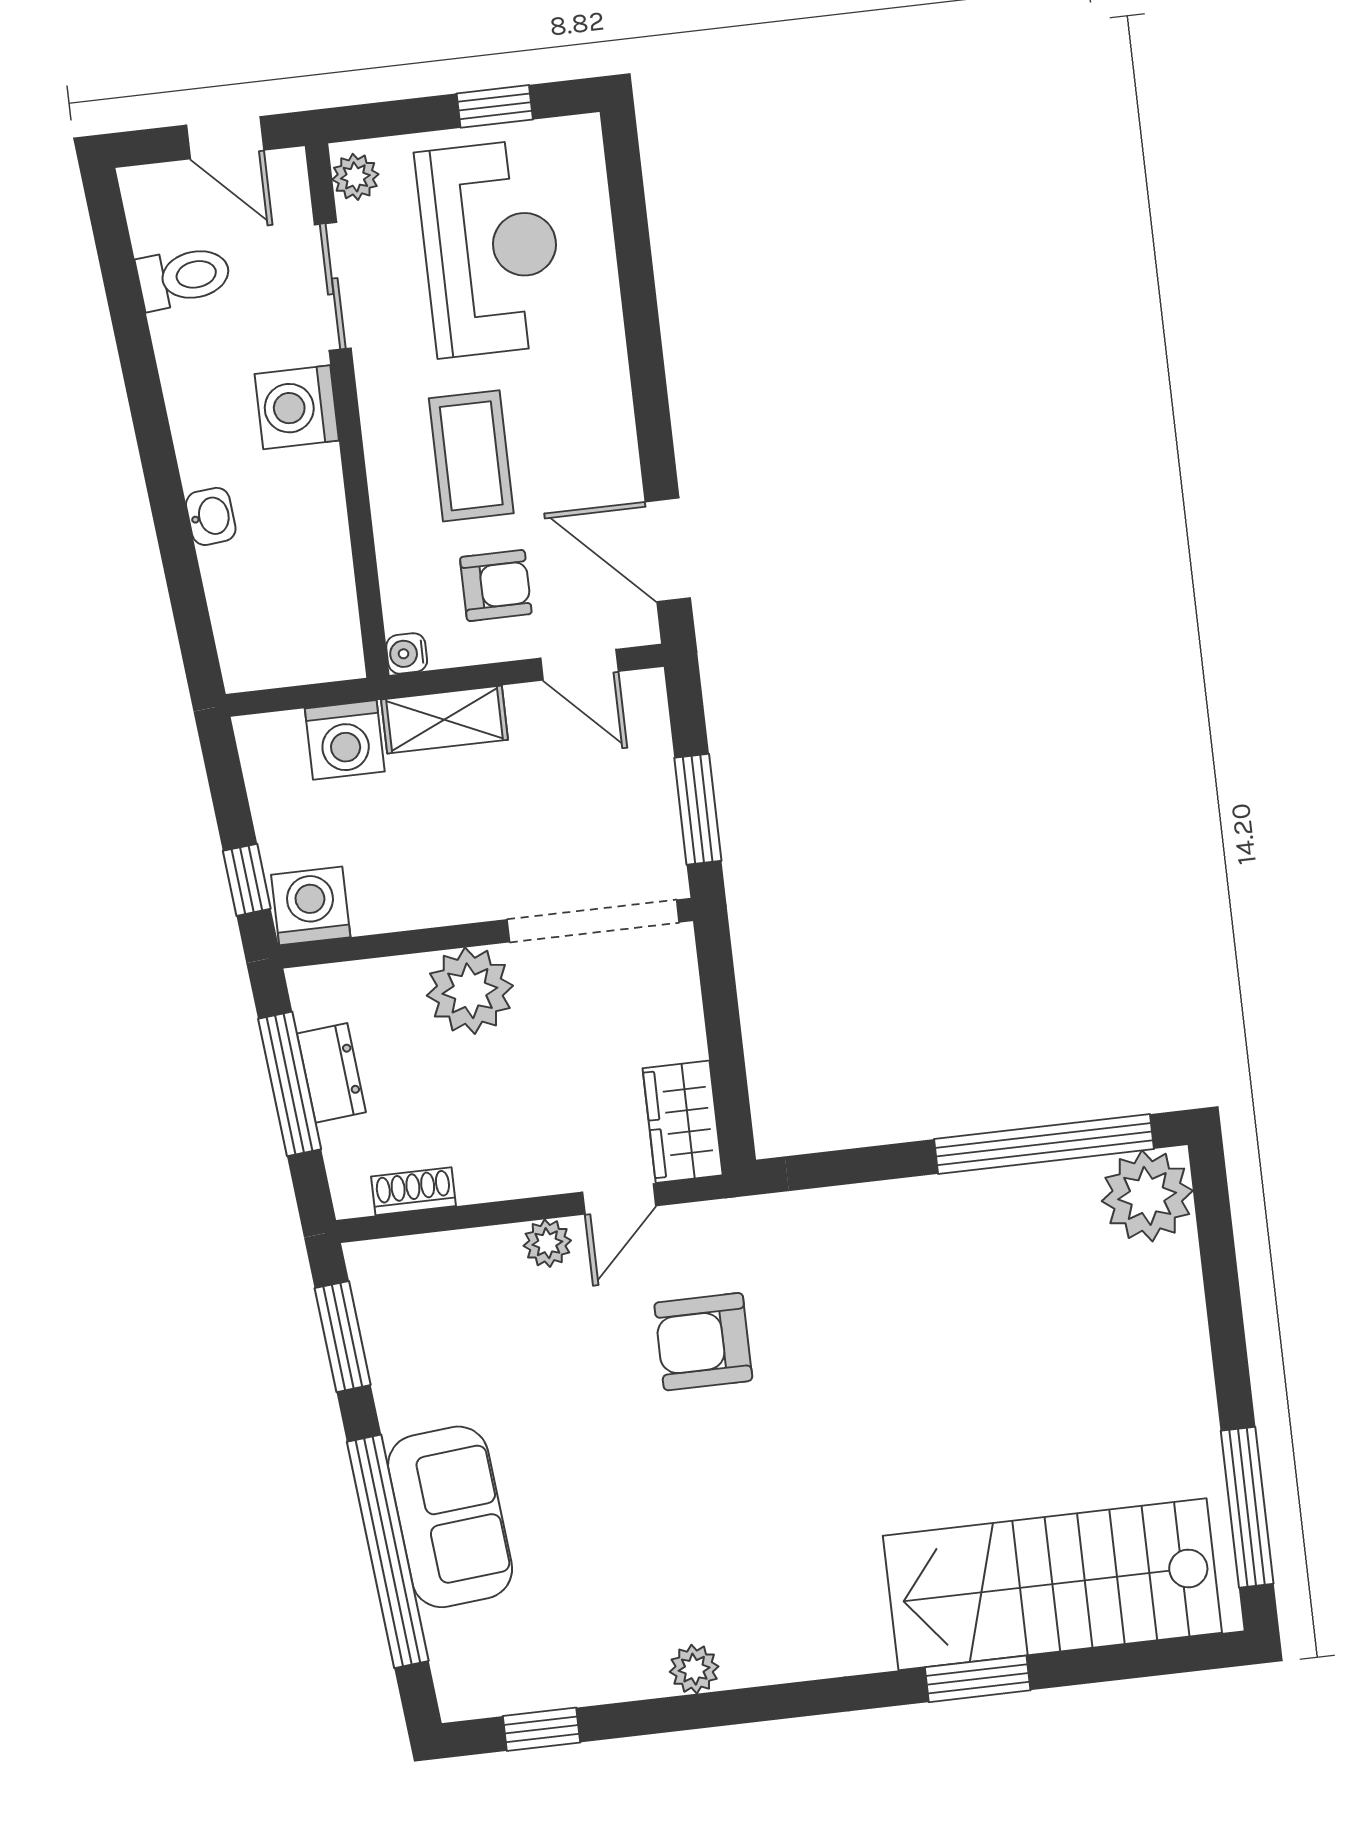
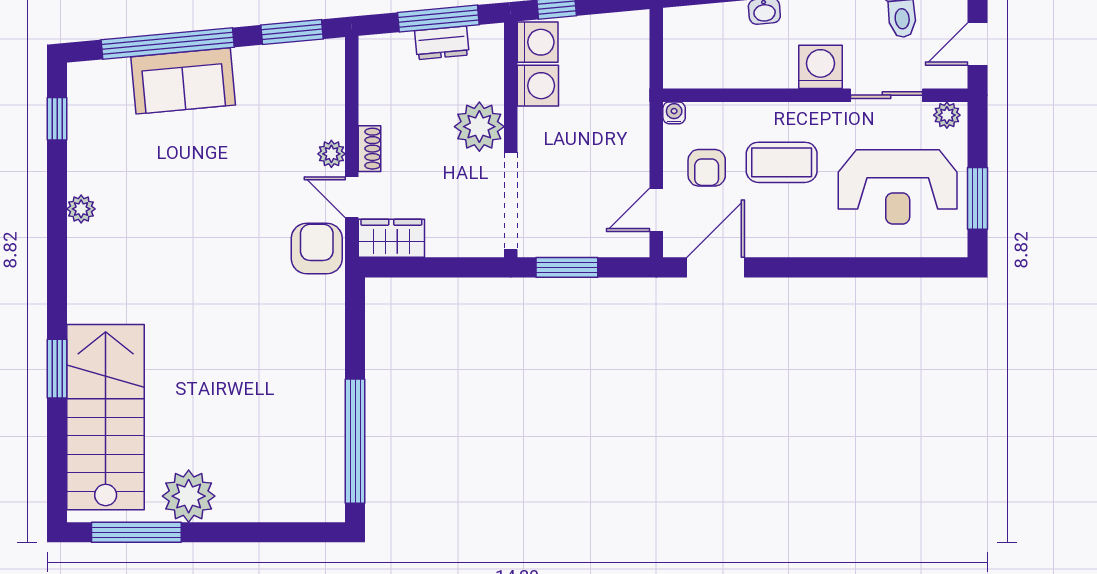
window: (495, 106) -> (978, 198), width x1.50
shelving: (445, 720) -> (634, 130), removed
washing machine: (345, 740) -> (538, 86), moved, turned 180
shoe rack: (413, 1191) -> (370, 149), moved
plant: (1147, 1196) -> (189, 496), moved
armchair: (703, 1342) -> (317, 248), moved

